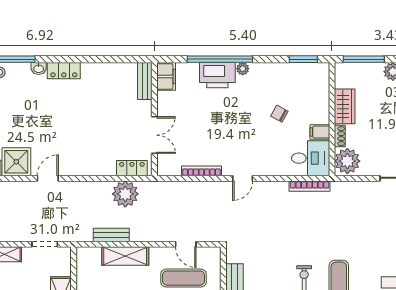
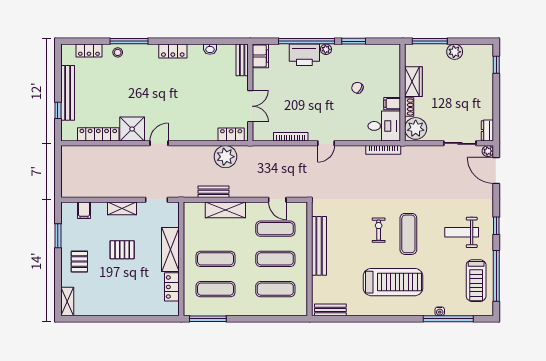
window: (303, 59) -> (354, 41), moved
washbasin: (39, 69) -> (210, 49), moved

